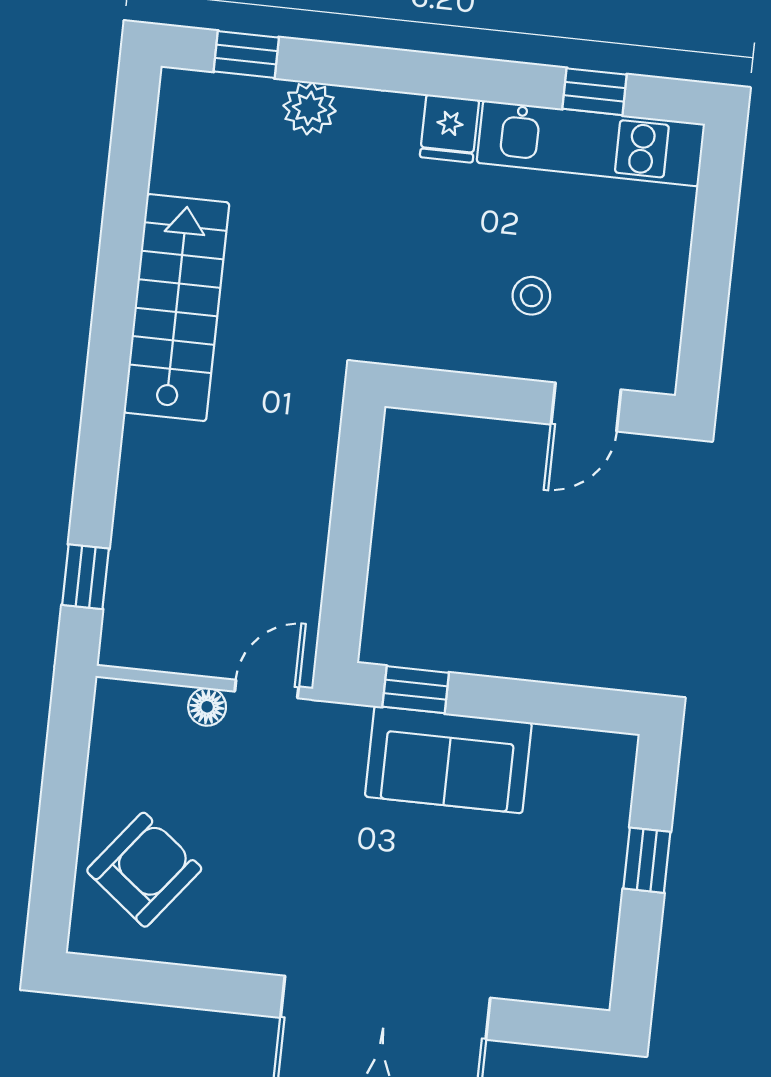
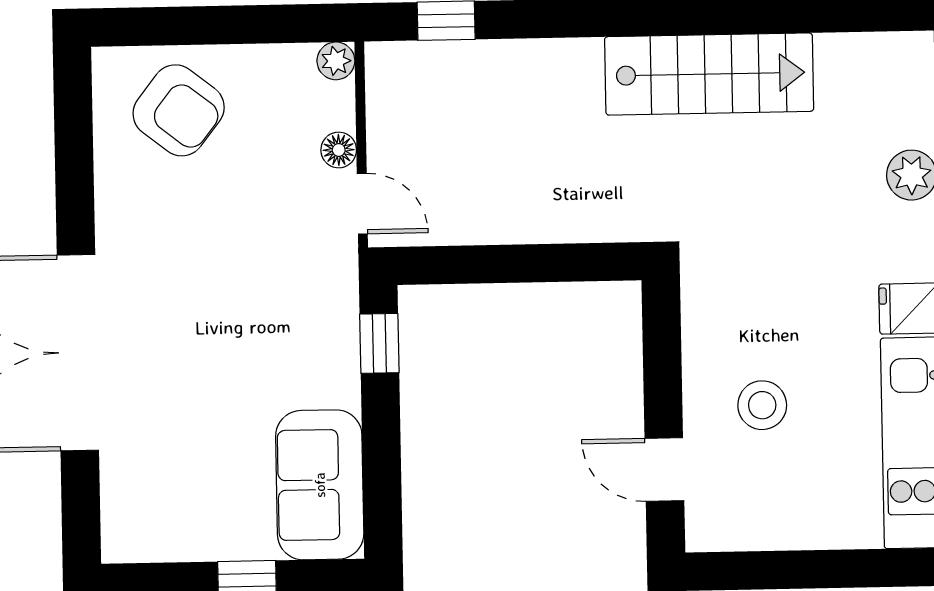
stool: (531, 296) -> (762, 405), width x1.37, depth x1.37
plant: (113, 698) -> (336, 61), added
sofa: (448, 760) -> (320, 485), moved

